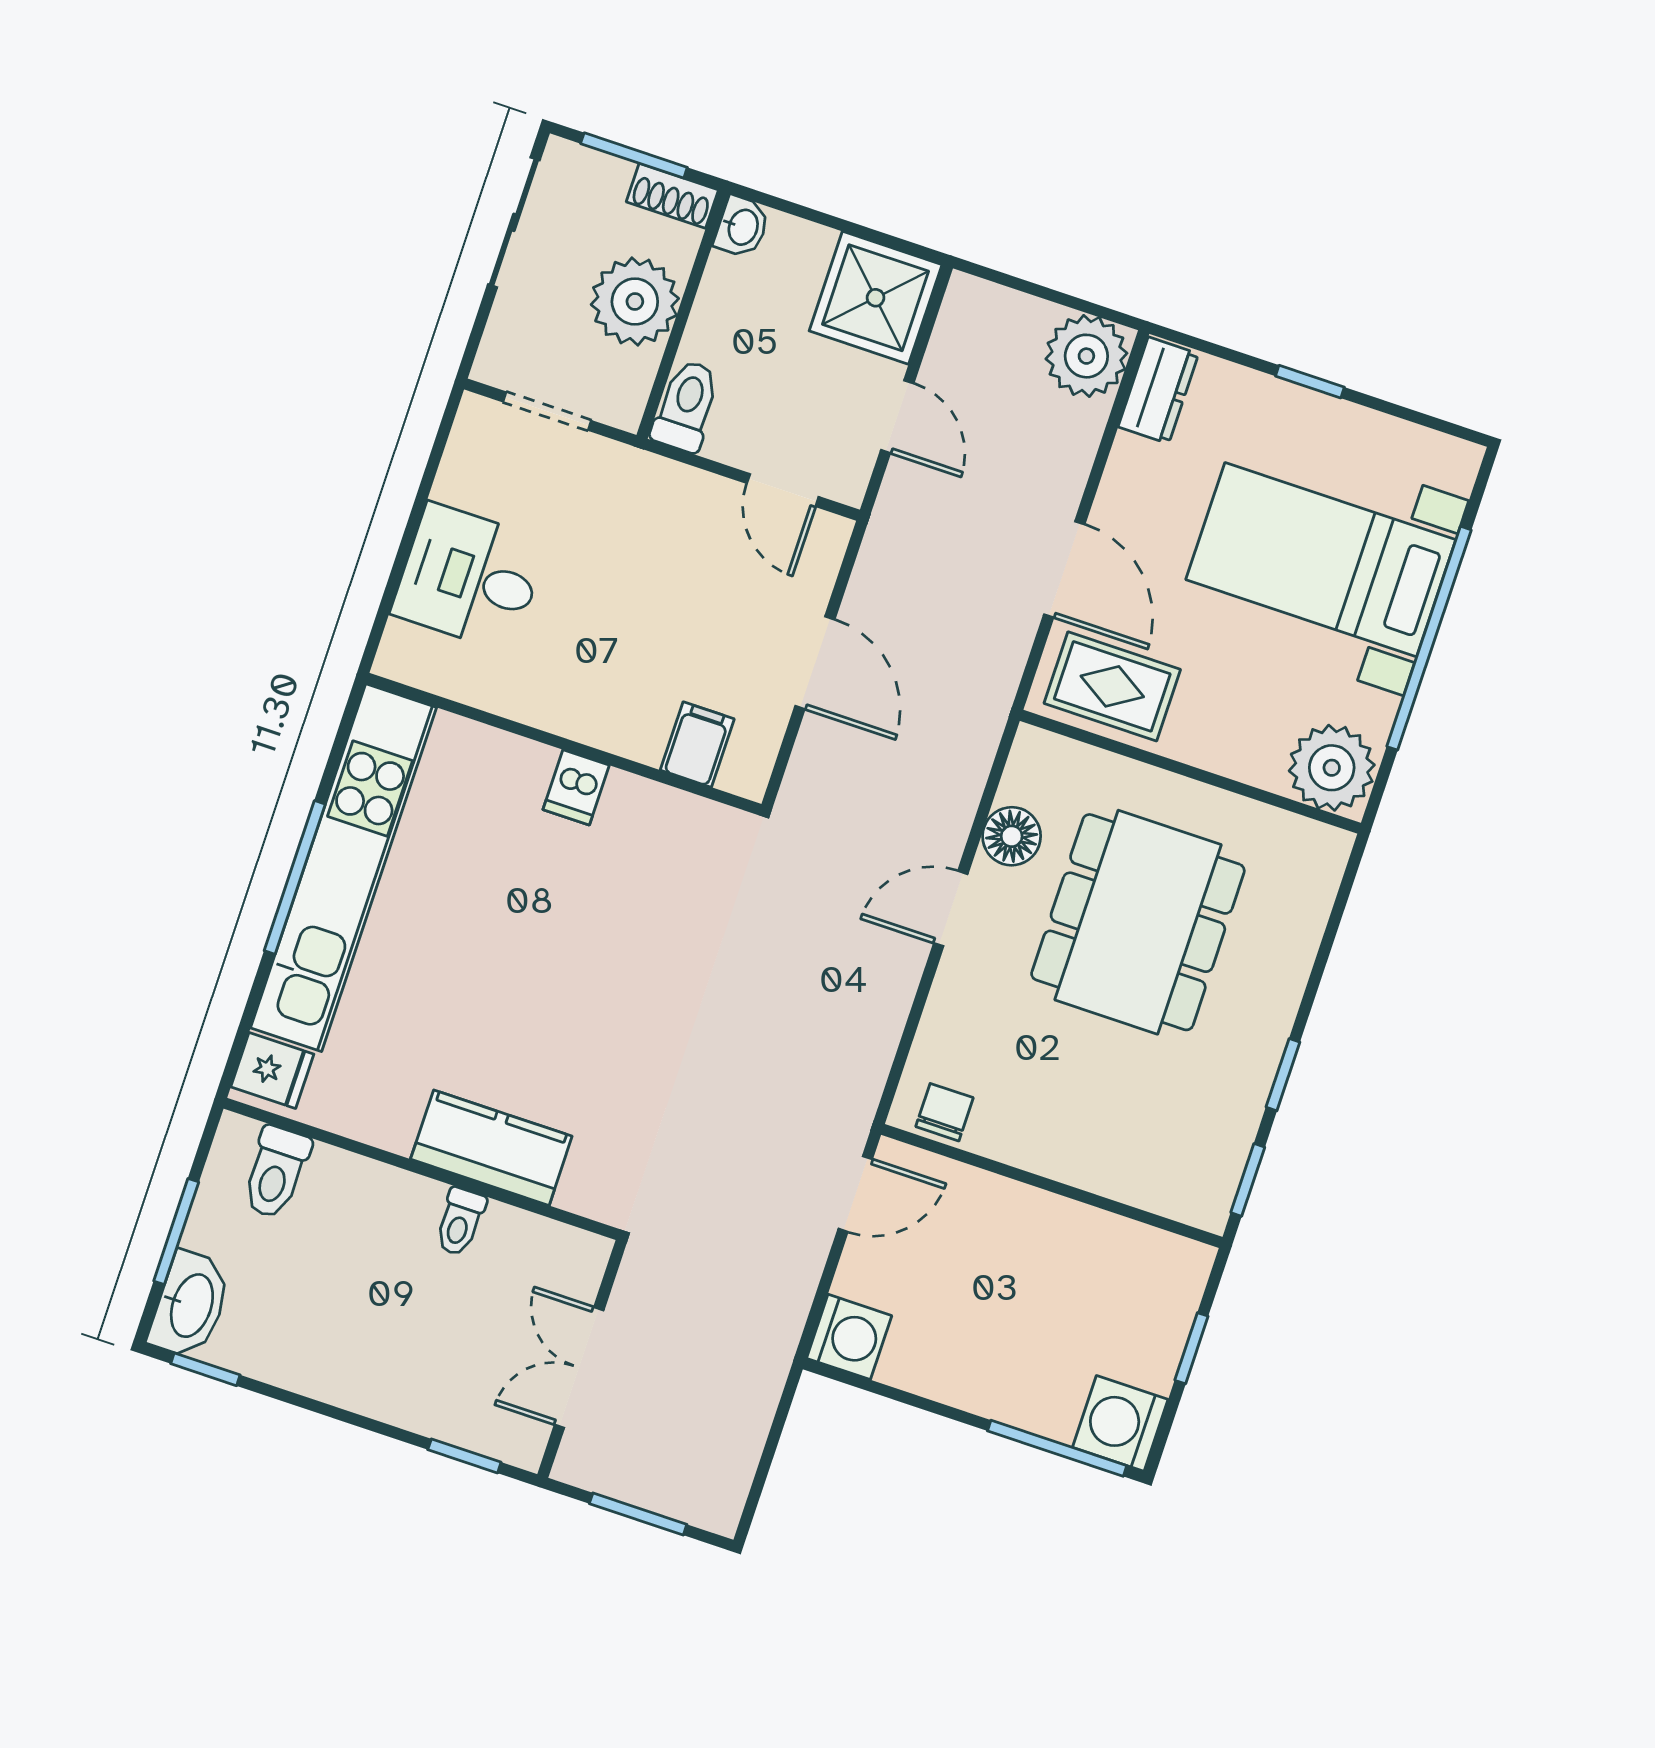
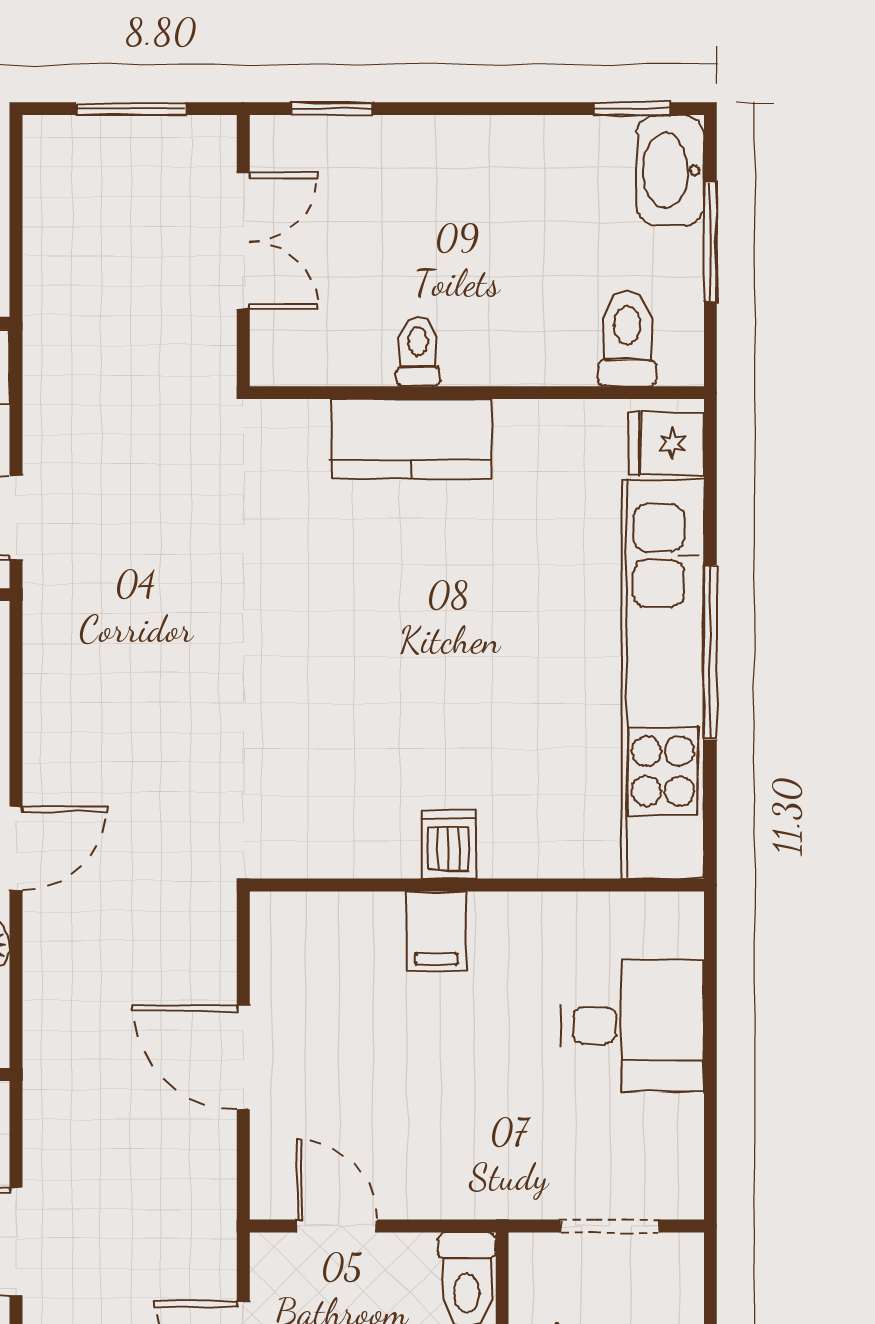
filing cabinet: (697, 745) -> (436, 931), moved

